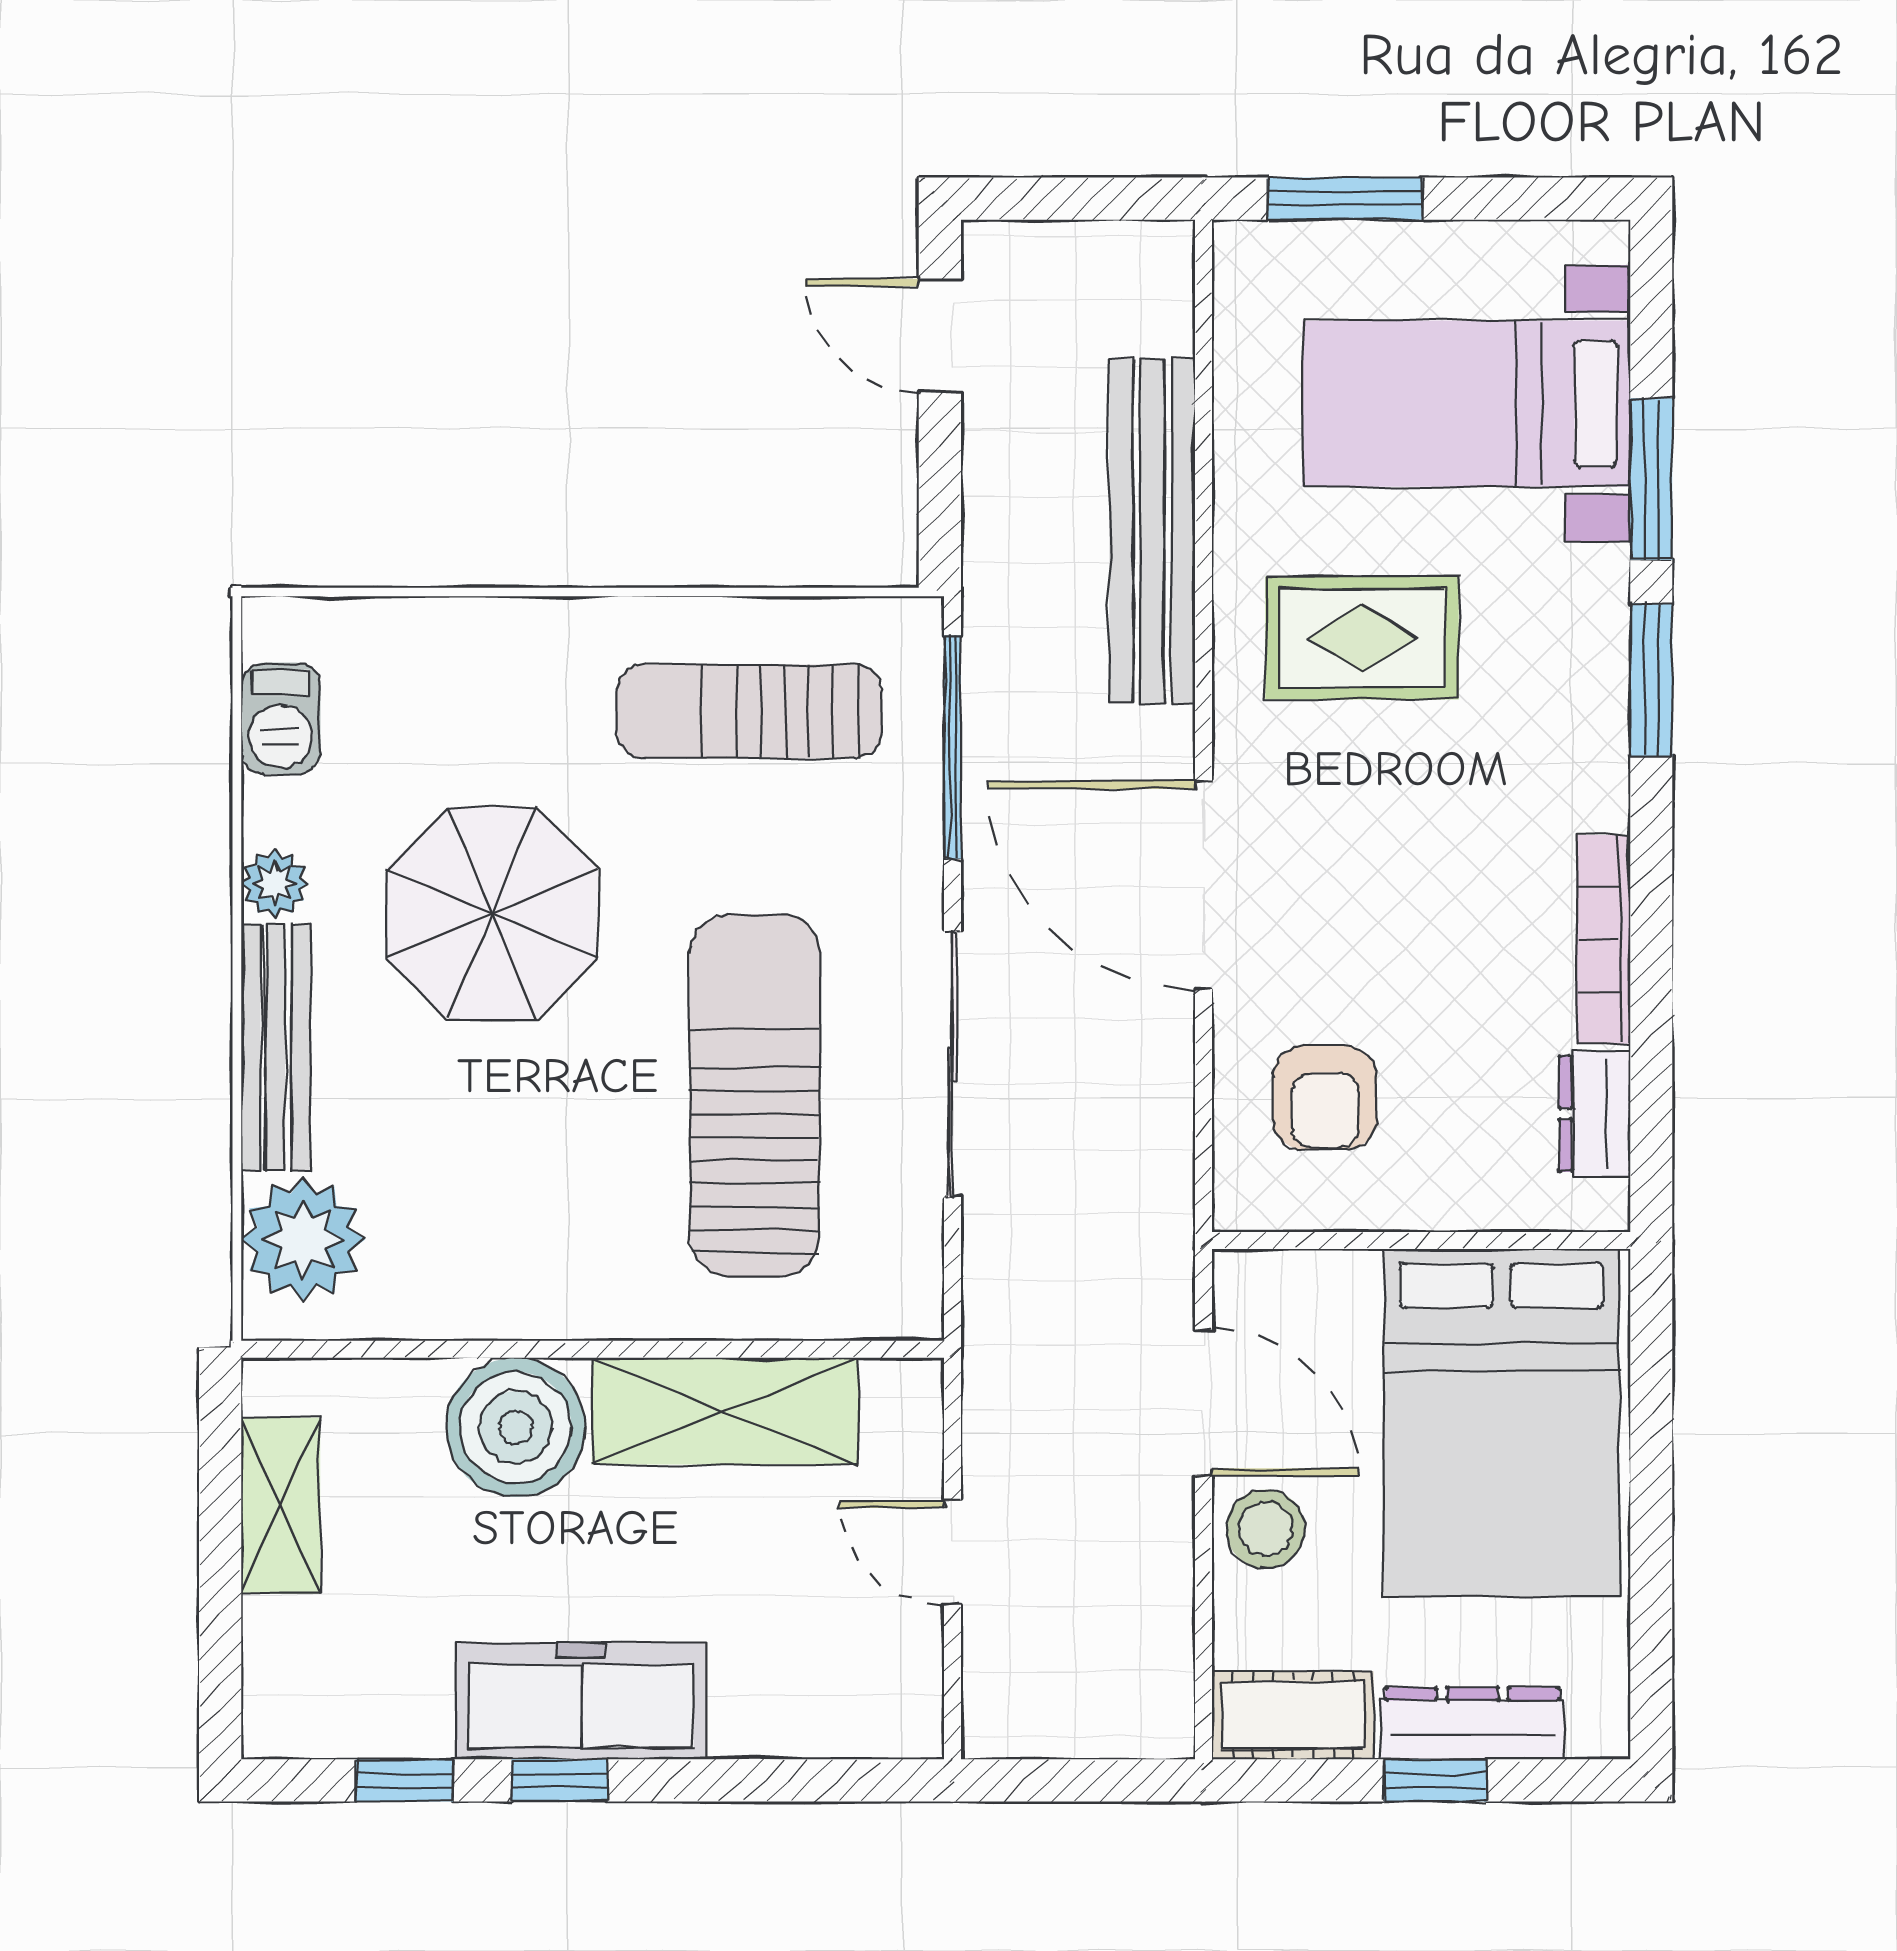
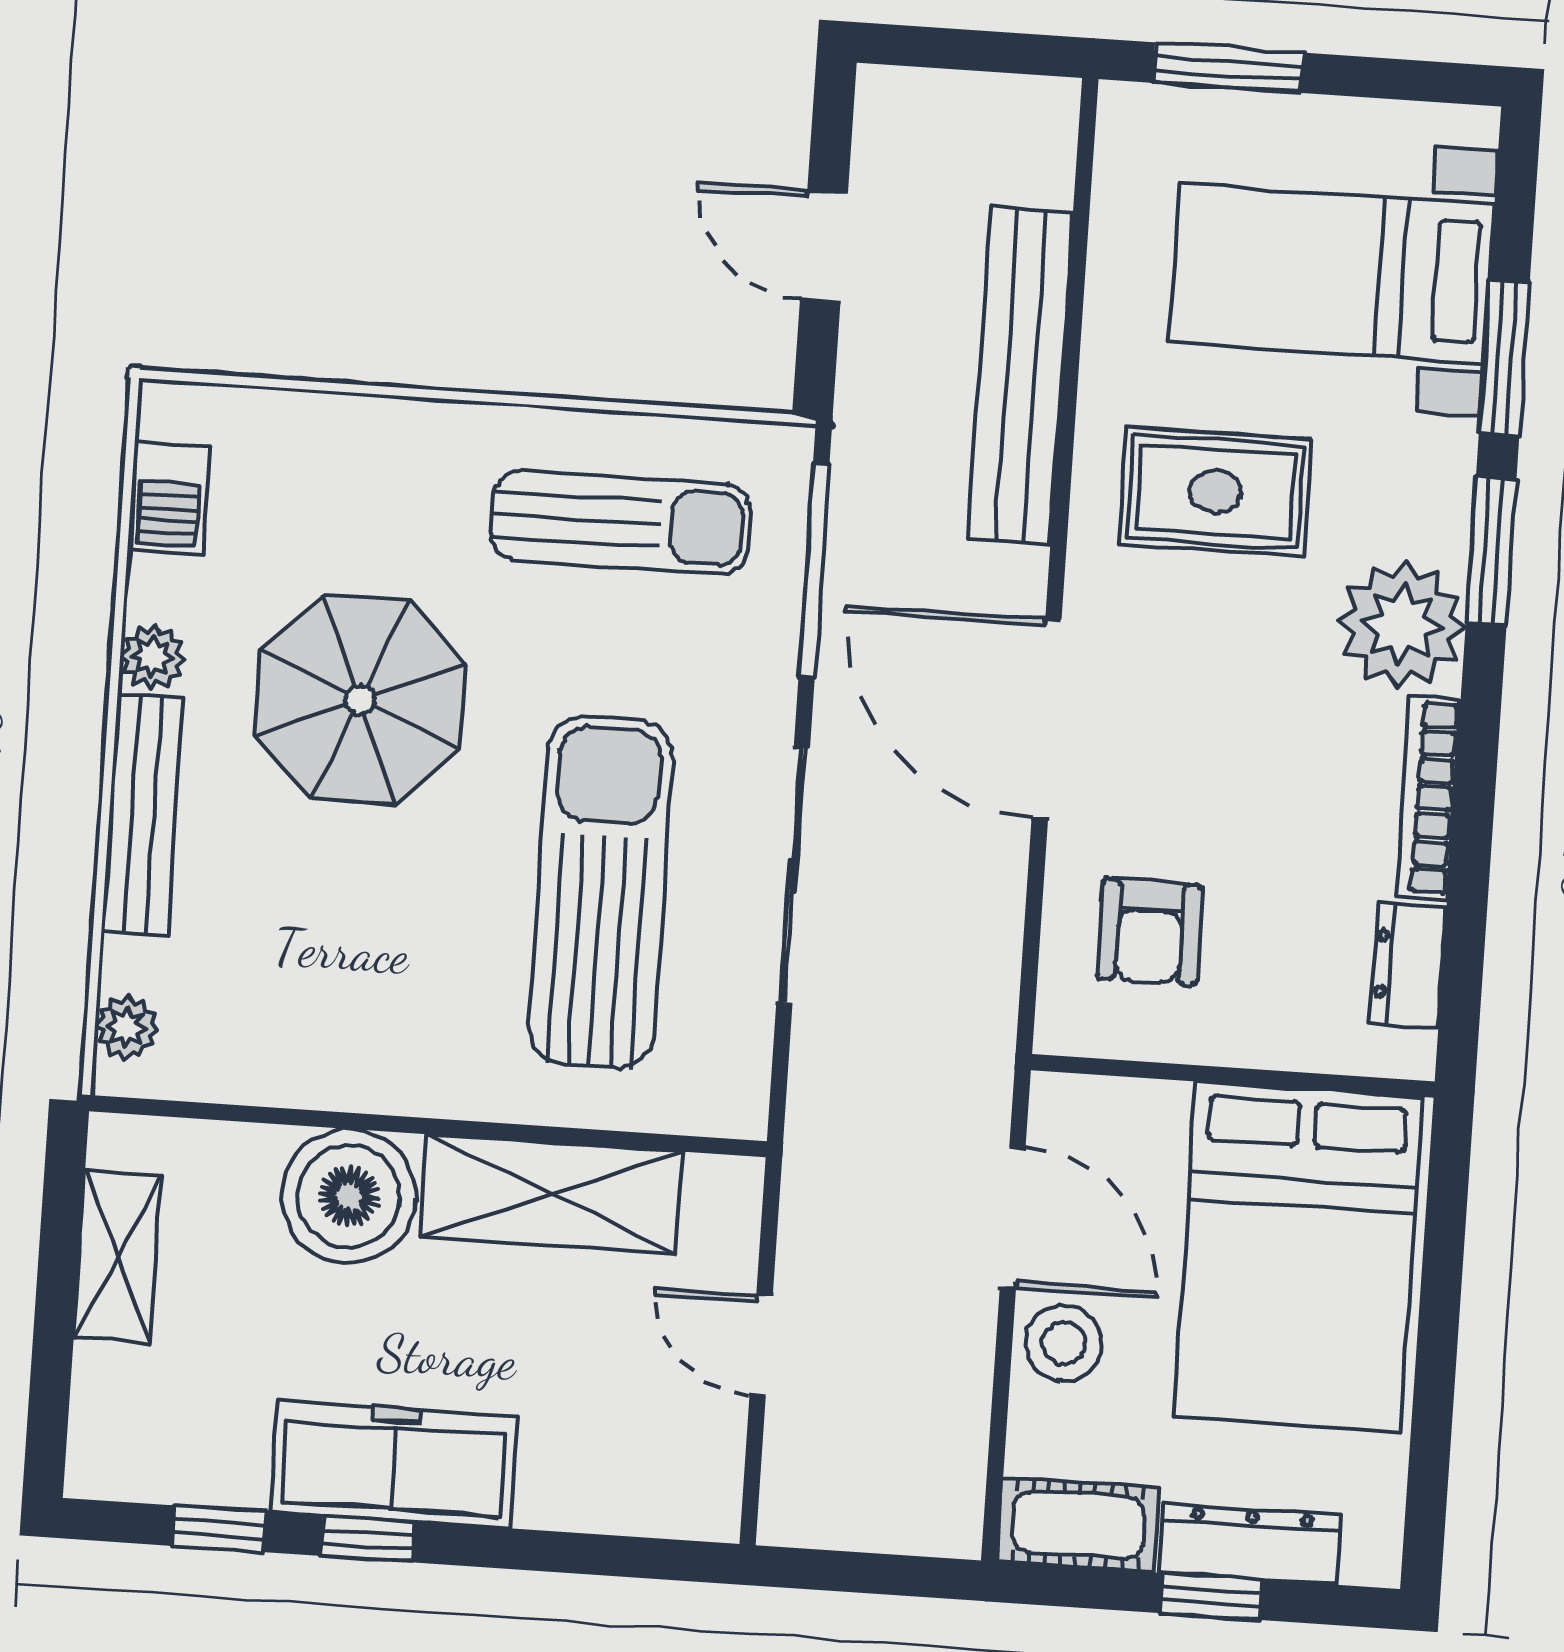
door: (940, 336) -> (824, 246), moved
sun lounger: (749, 711) -> (620, 522), turned 180
plant: (1564, 762) -> (1402, 625), added
plant: (303, 1239) -> (127, 1027), width x0.53, depth x0.53

